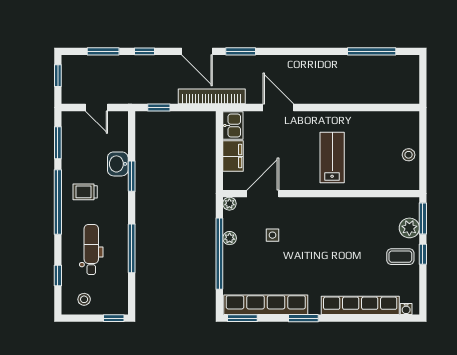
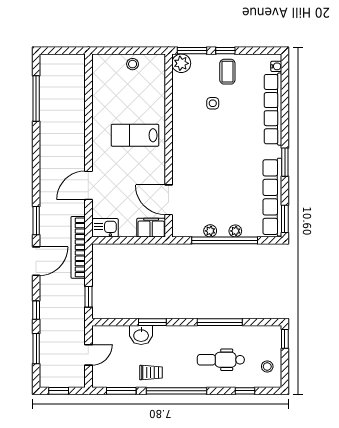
filing cabinet: (233, 156) -> (151, 228), moved
trolley: (85, 192) -> (151, 373), moved, turned -90
plant: (229, 204) -> (235, 231), moved
plant: (409, 228) -> (181, 63), moved
side table: (272, 235) -> (213, 103), moved

